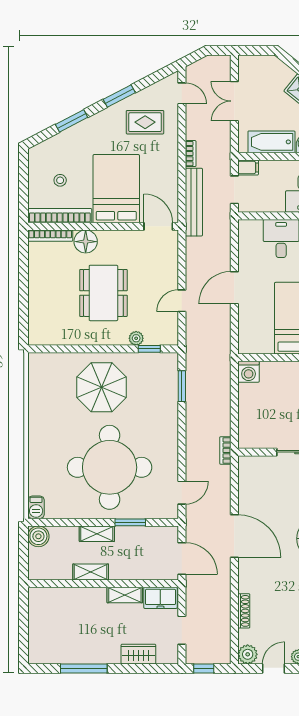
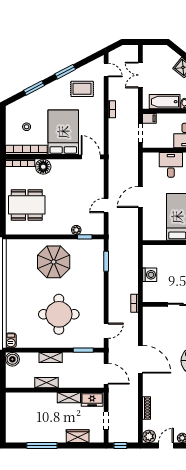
bench: (194, 202) -> (114, 141), removed
dining table: (103, 293) -> (27, 205), moved, turned 90
washing machine: (249, 372) -> (150, 275), moved, turned -90
round table: (110, 467) -> (59, 314), width x0.73, depth x0.73
window: (130, 522) -> (83, 350), moved

